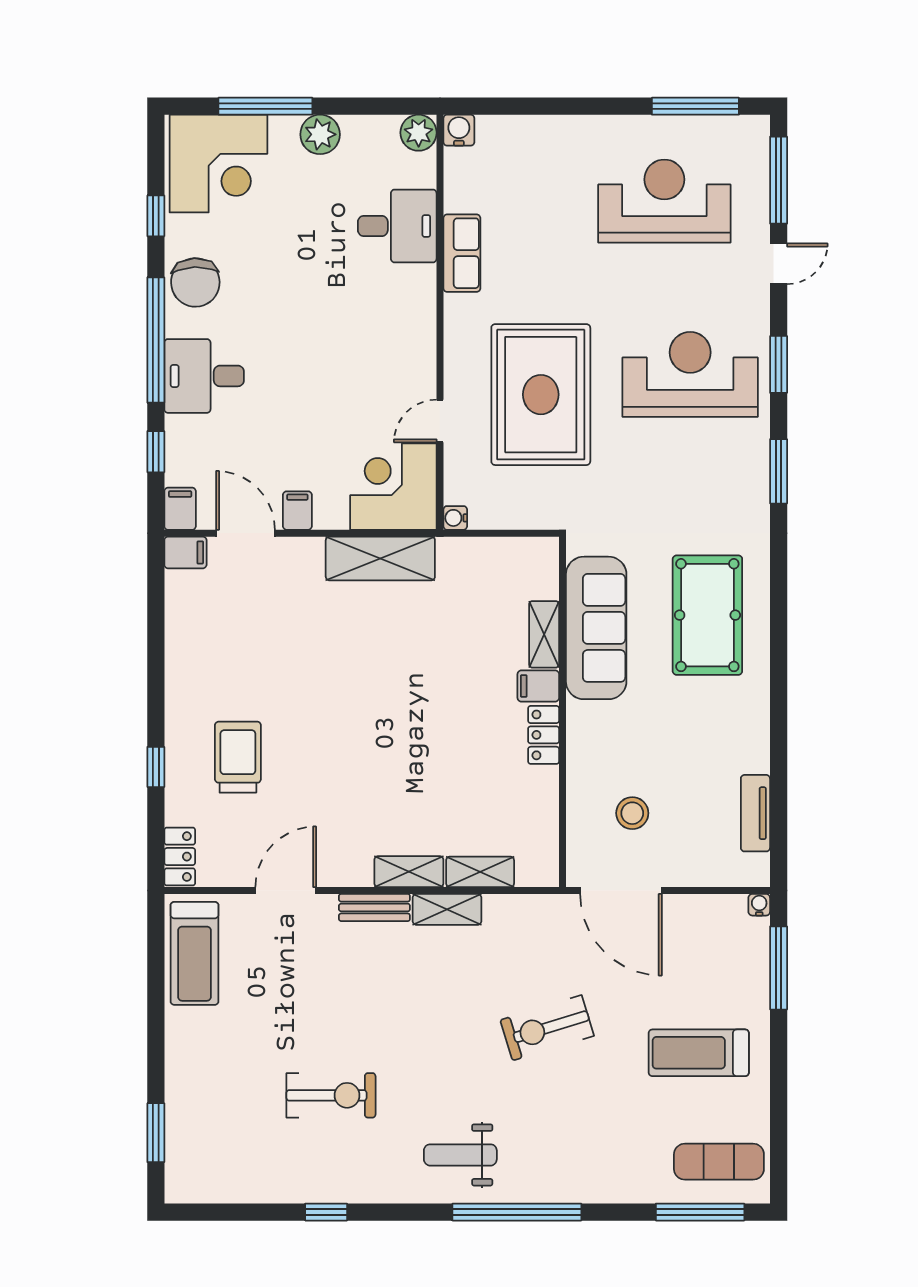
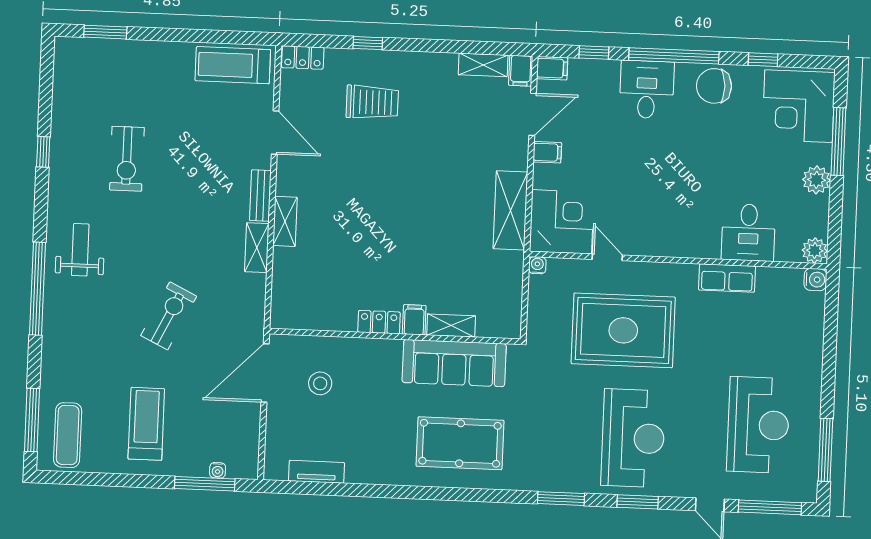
shelving: (480, 872) -> (483, 65), moved, turned 90
water cooler: (759, 905) -> (218, 470), moved, turned 90
exercise bike: (547, 1028) -> (169, 316), turned 43

